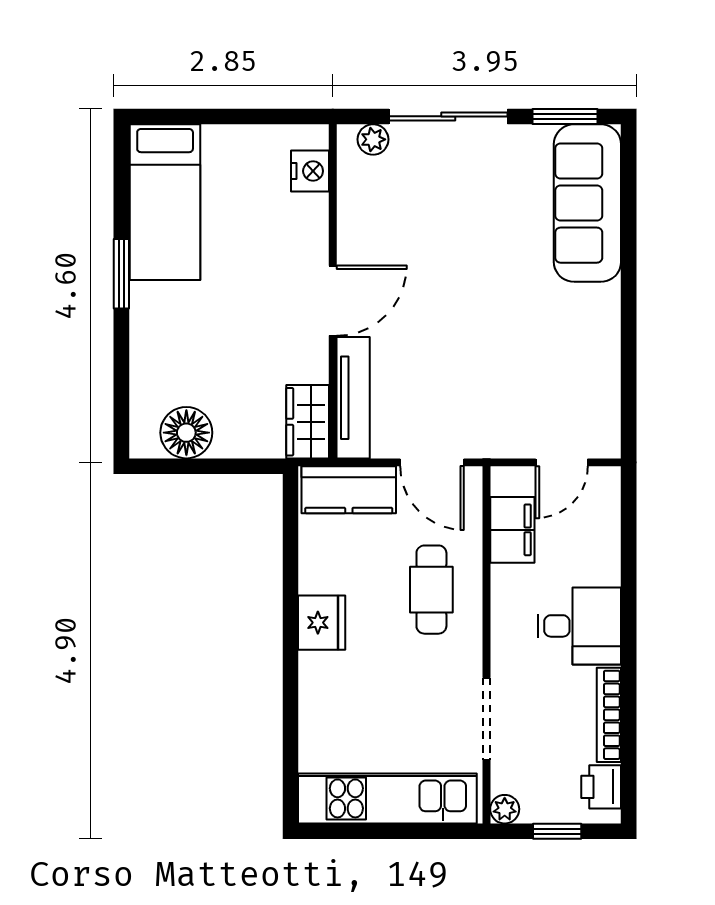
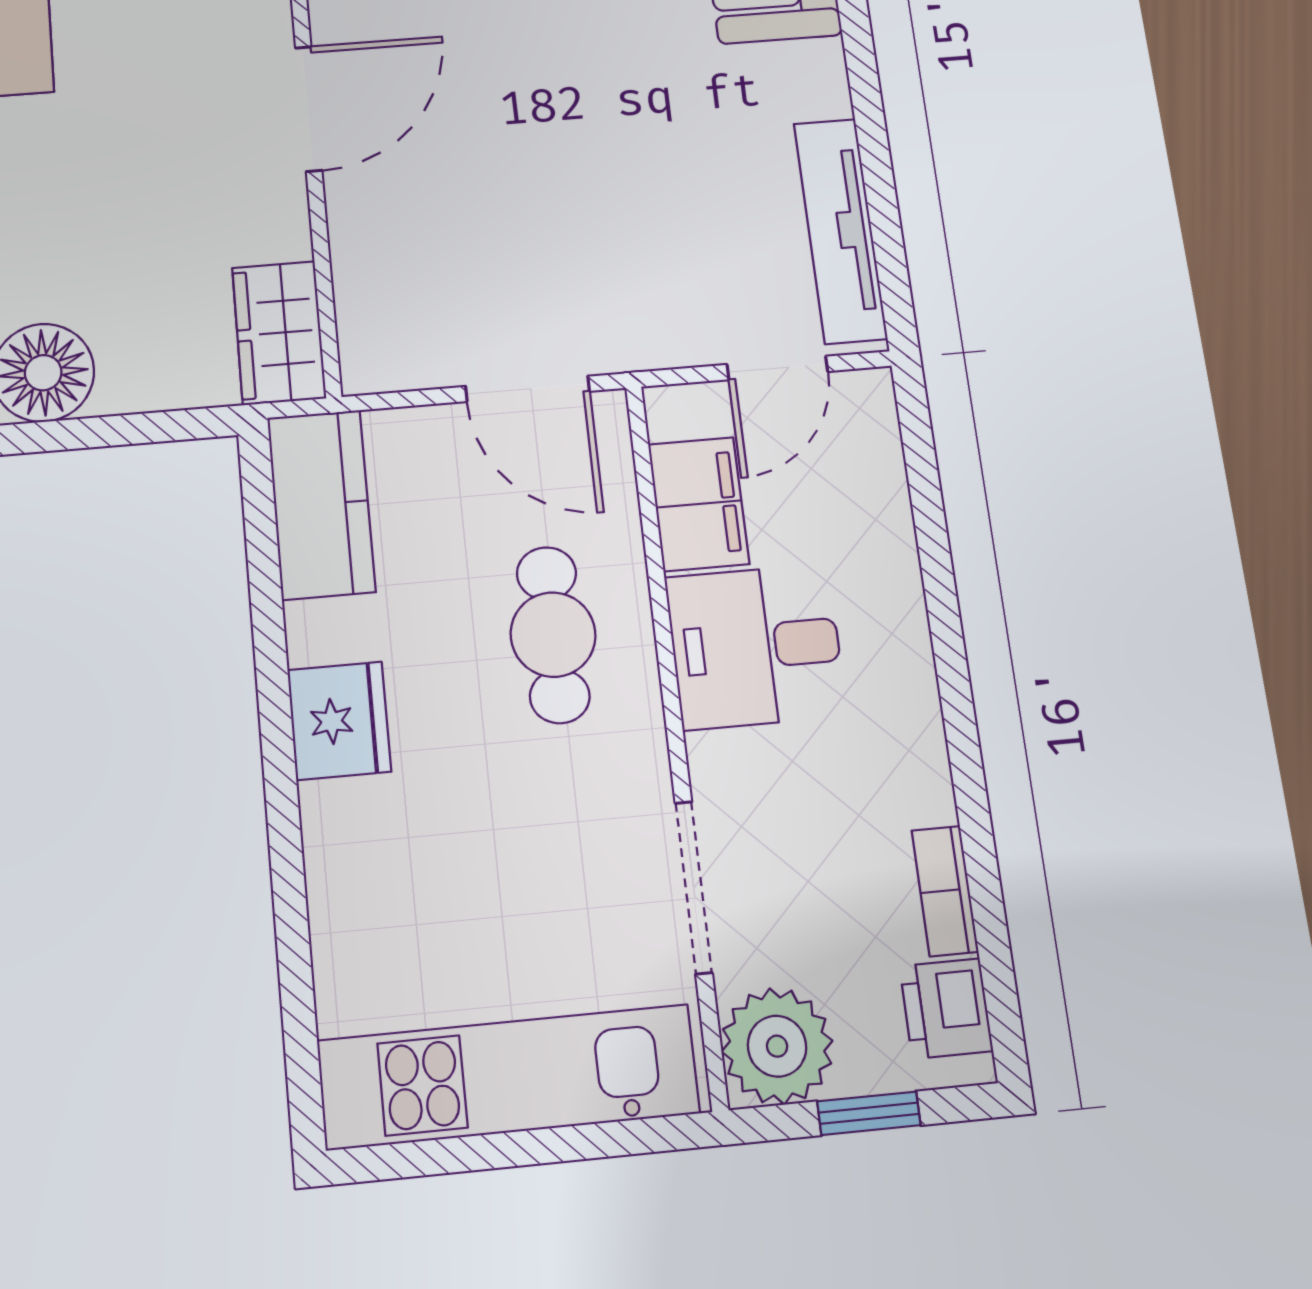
tv unit: (353, 398) -> (840, 230), moved, turned 180
kitchen counter: (349, 490) -> (321, 504), moved, turned -90
desk: (579, 626) -> (756, 646), moved, turned 180
bookcase: (609, 715) -> (945, 891), width x0.64
plant: (505, 809) -> (777, 1046), width x1.87, depth x1.87

